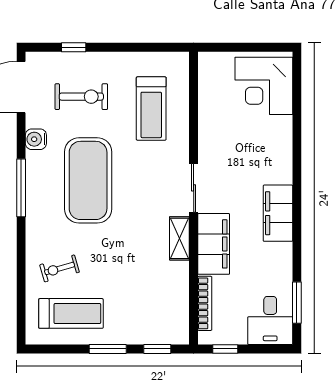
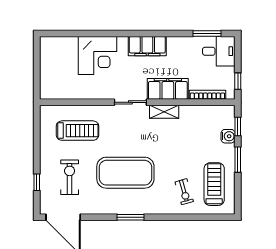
corner desk: (264, 86) -> (98, 55), moved
water cooler: (36, 139) -> (228, 136), moved, turned -90
window: (21, 188) -> (130, 217), width x0.69

